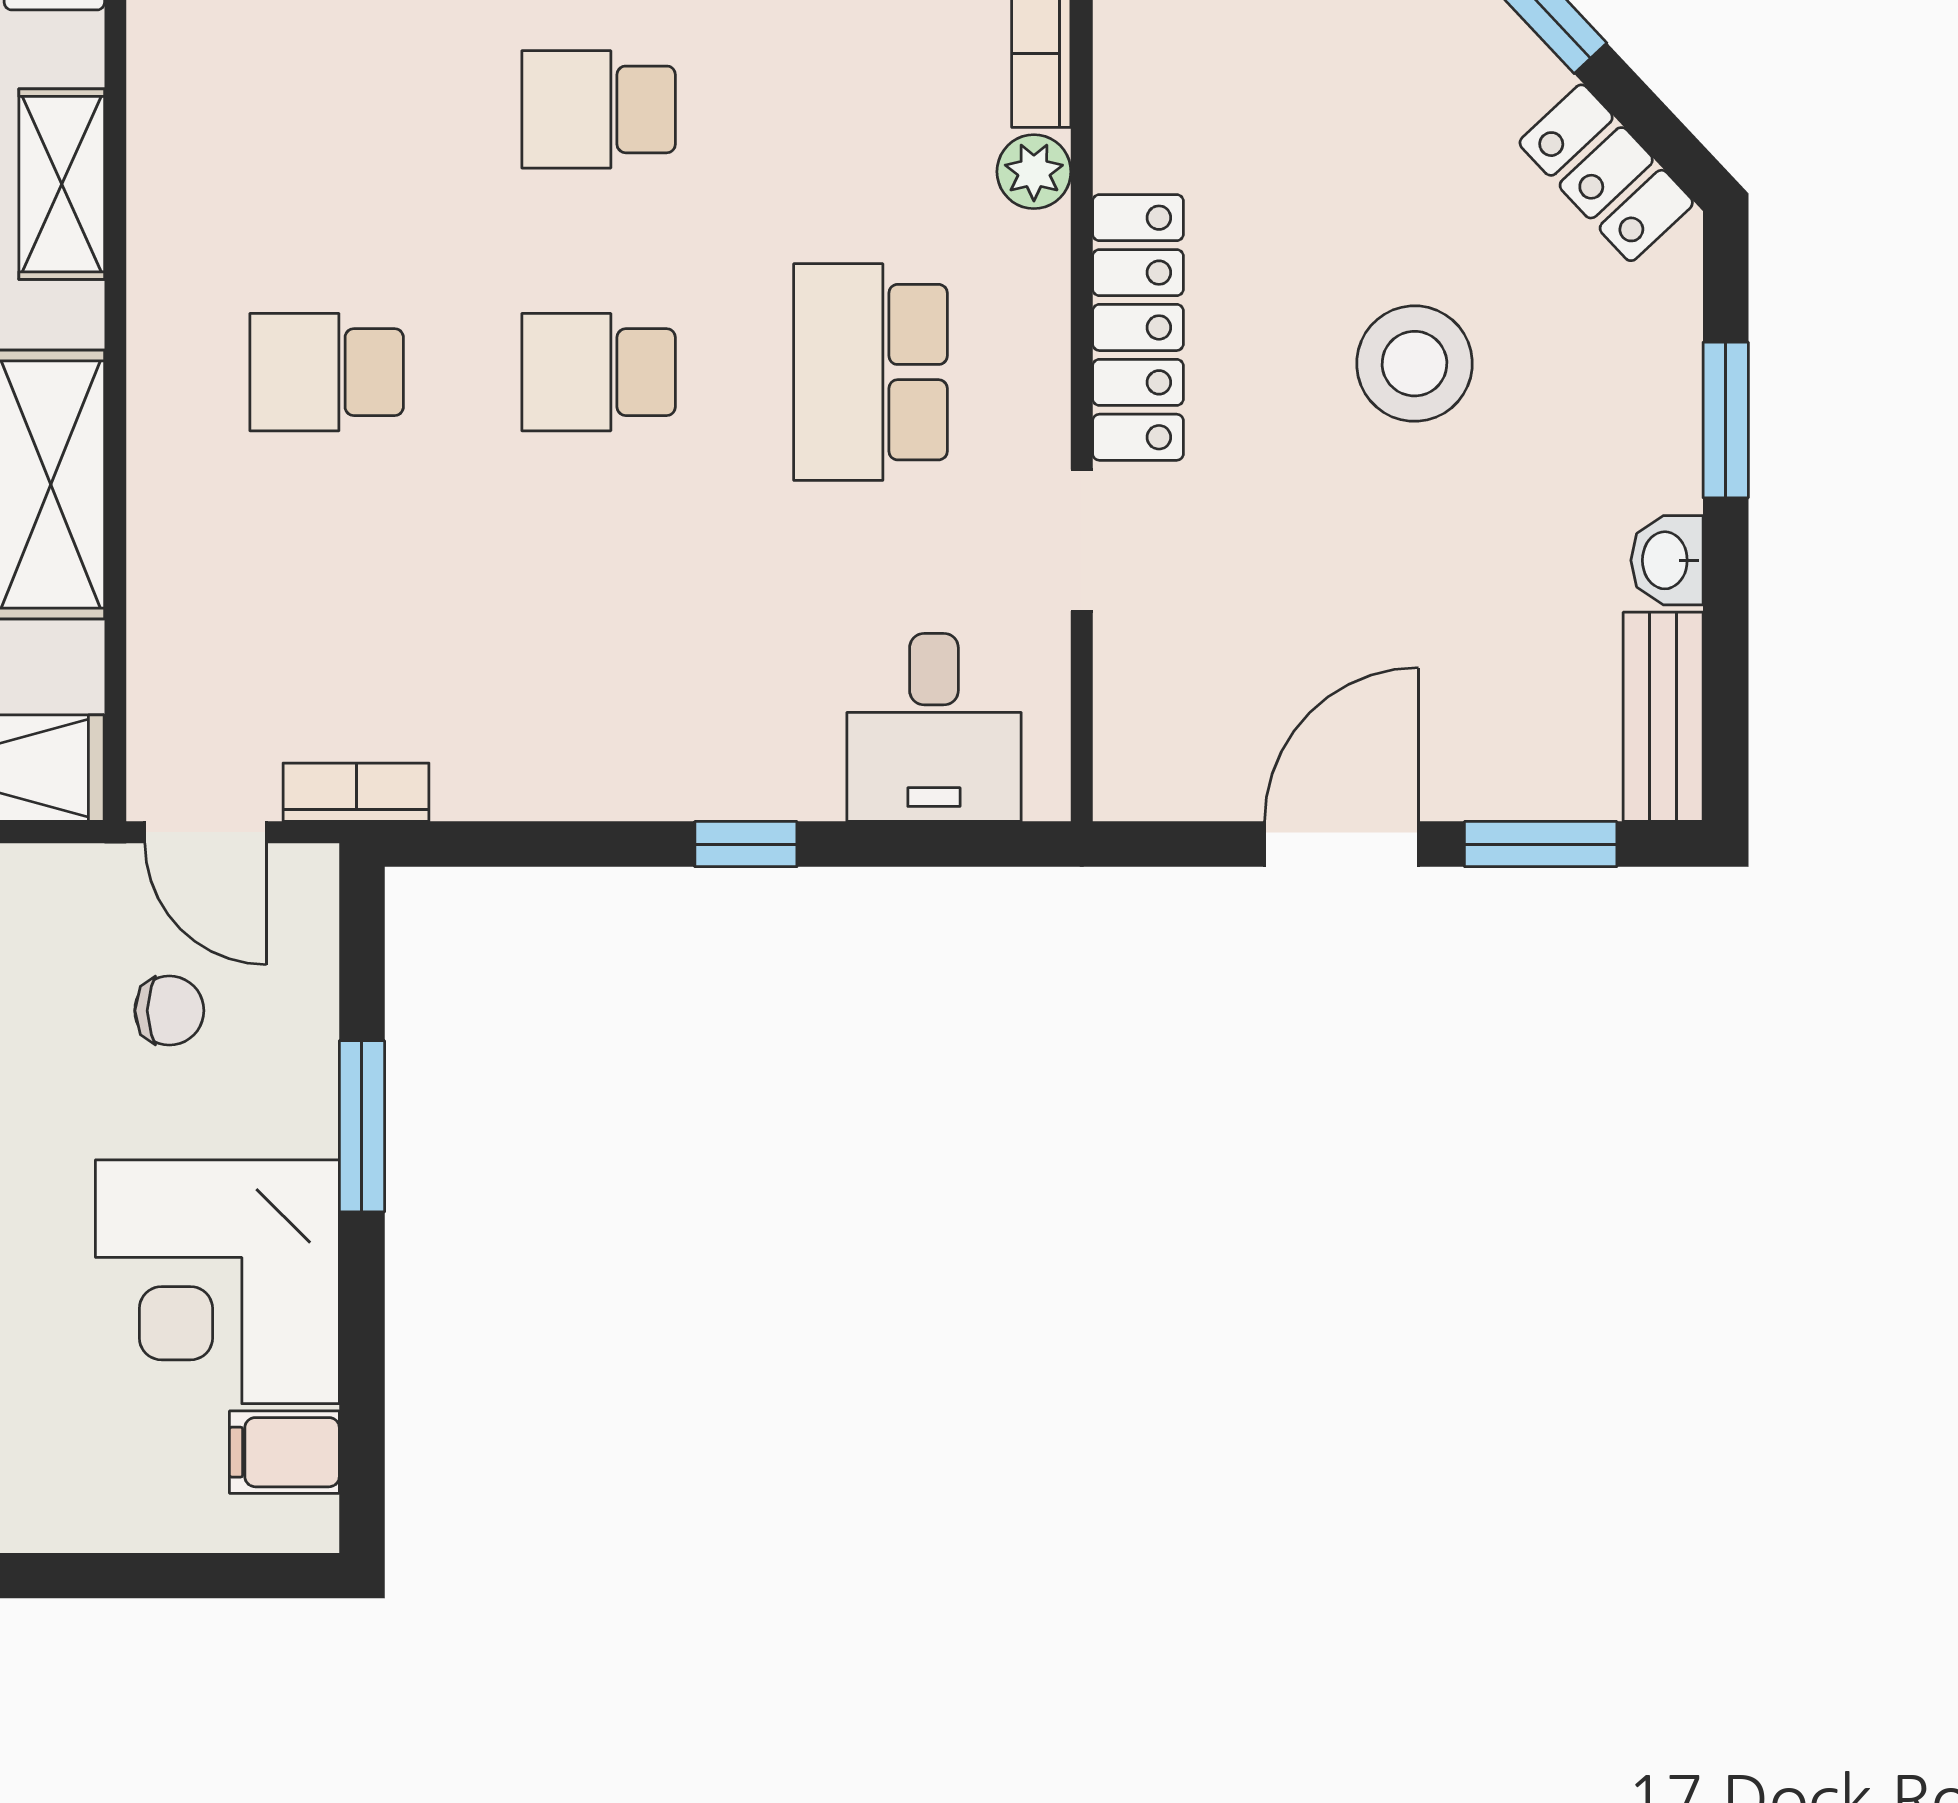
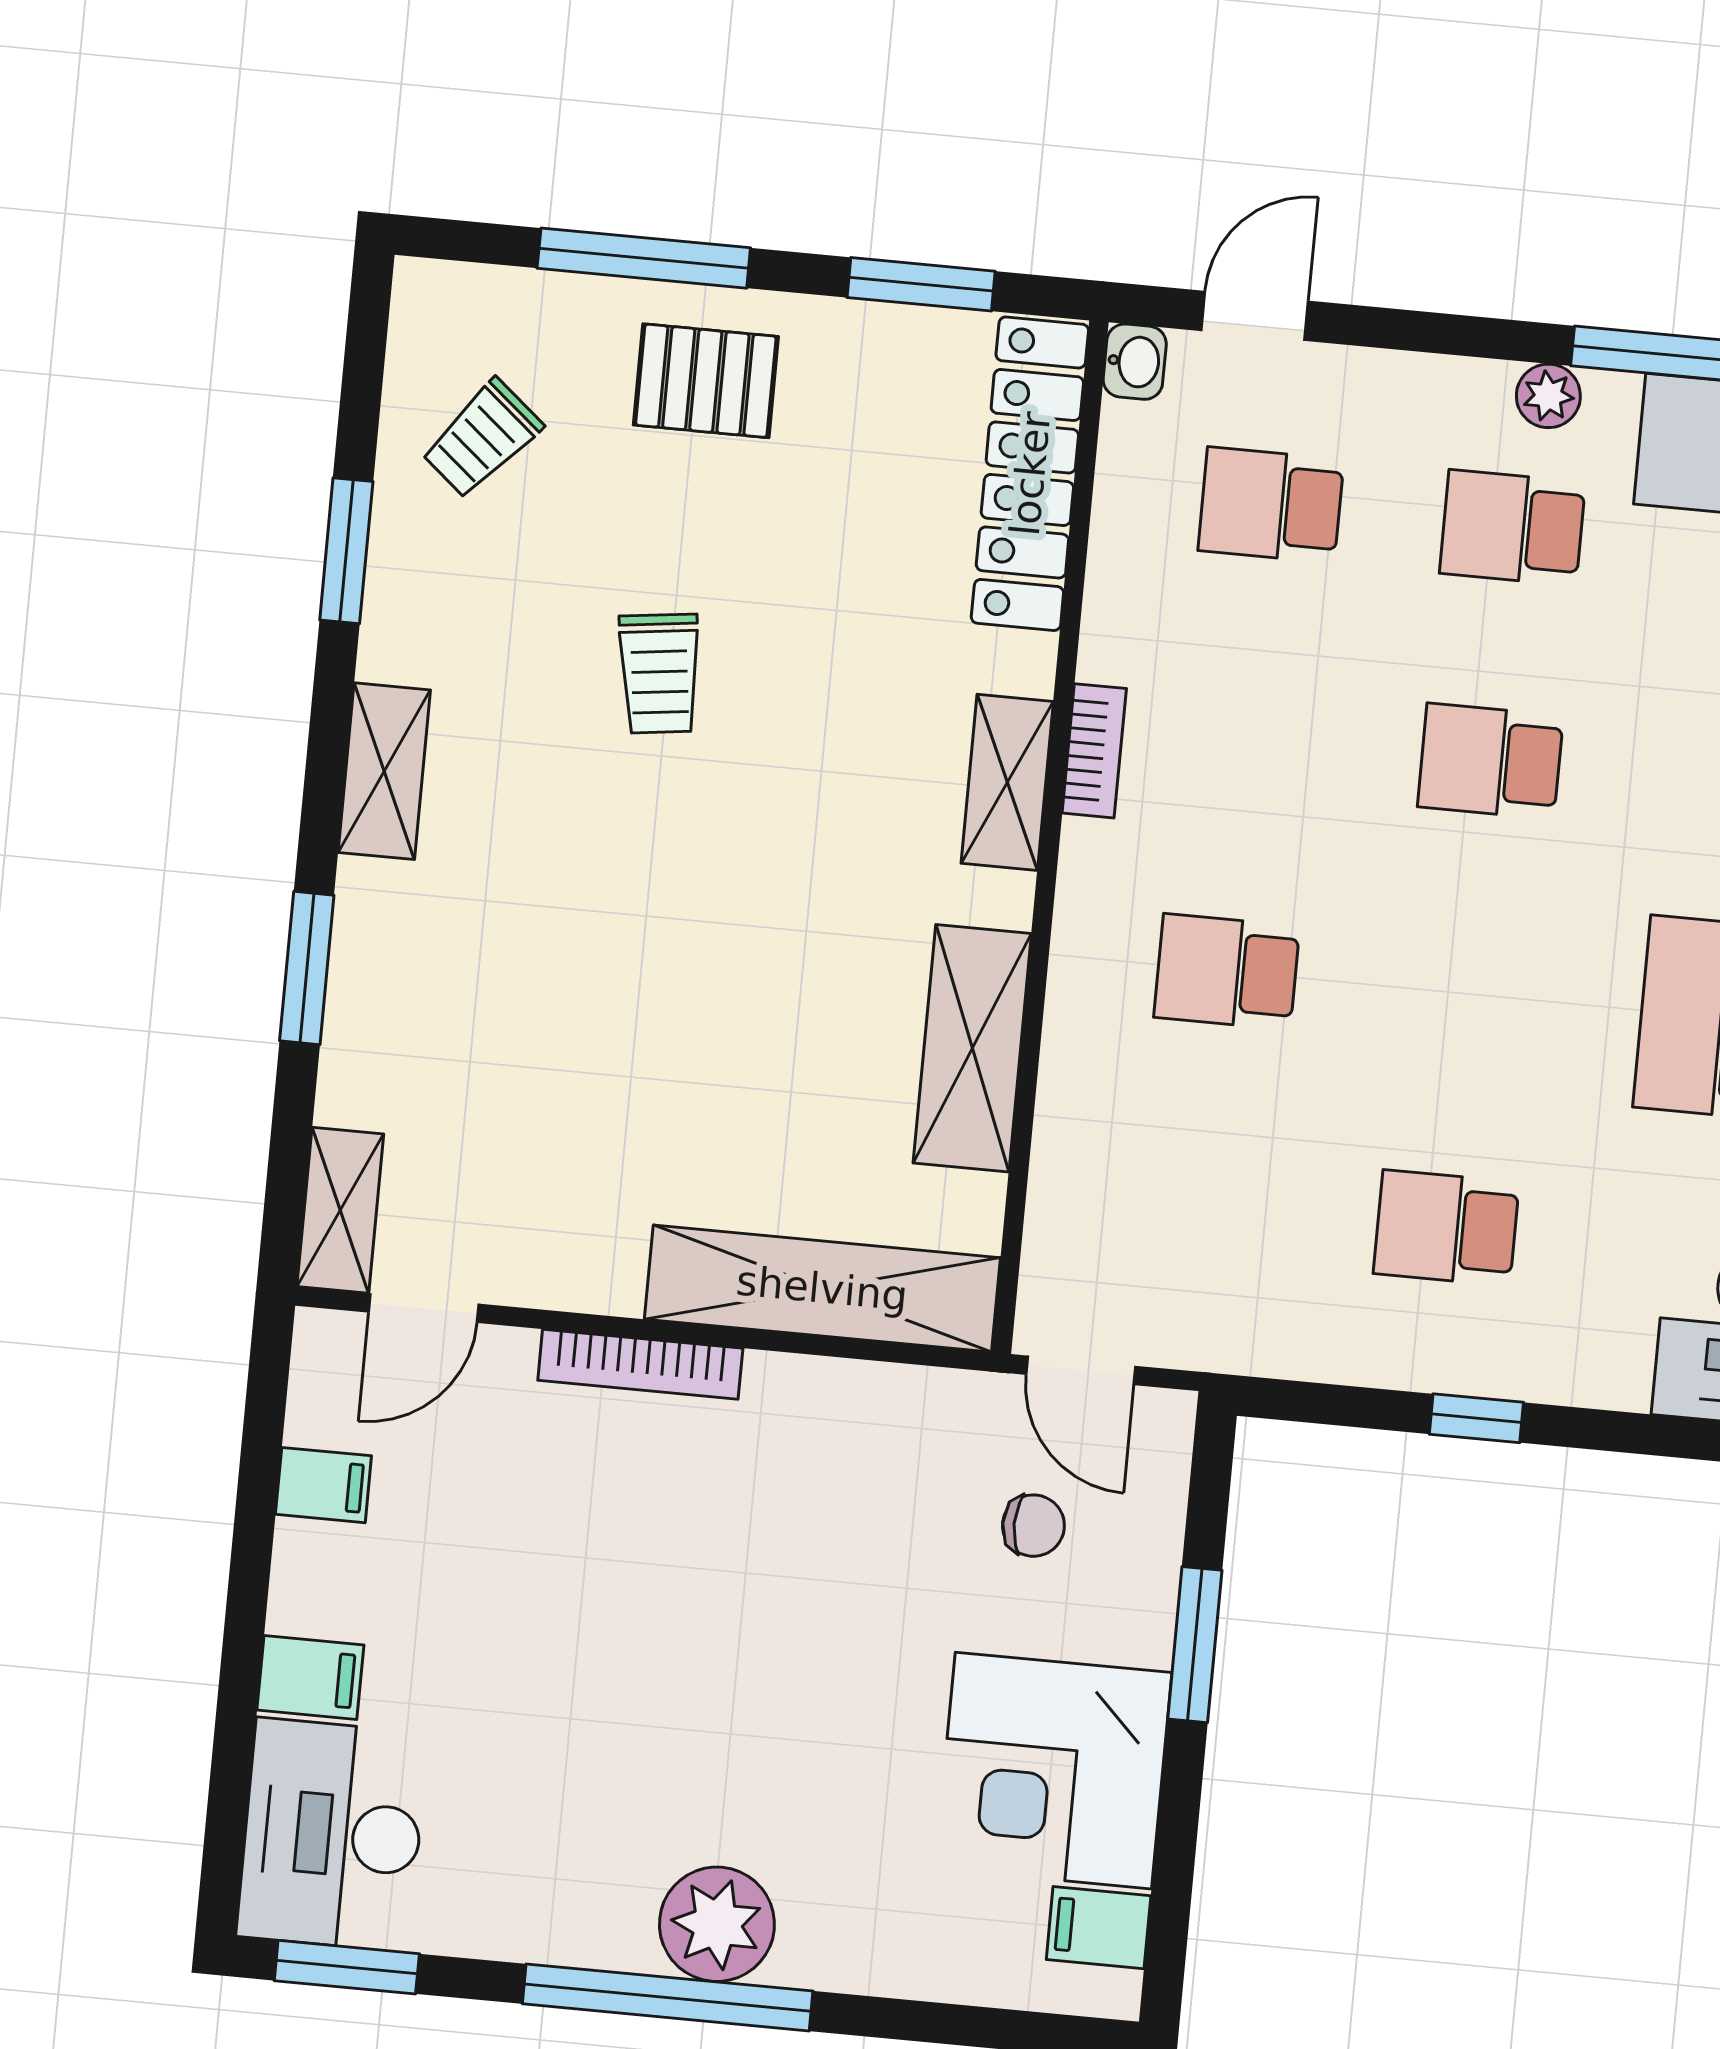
school desk: (599, 372) -> (1446, 1228), moved
bookcase: (356, 792) -> (1094, 751), moved, turned 90
window: (746, 844) -> (1476, 1418), moved

